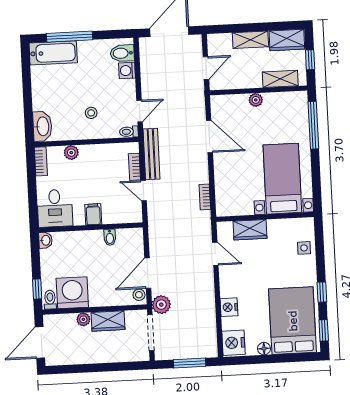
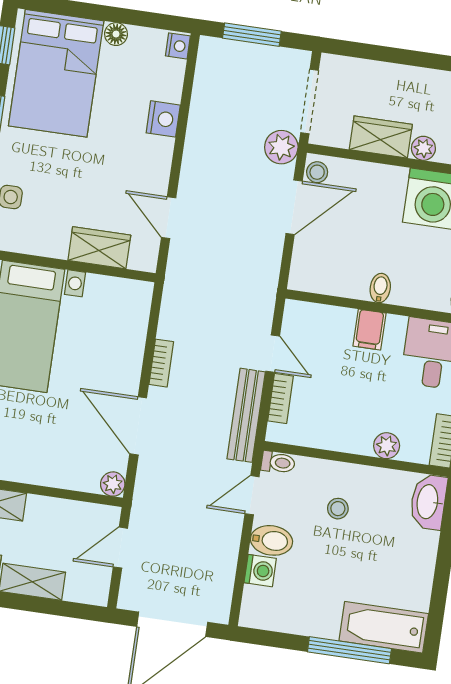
bidet: (122, 53) -> (272, 540), moved
plant: (256, 100) -> (113, 484), moved
bookcase: (205, 197) -> (161, 363), moved
bidet: (110, 237) -> (380, 288), moved
nightstand: (233, 343) -> (178, 46), width x0.53, depth x0.56

